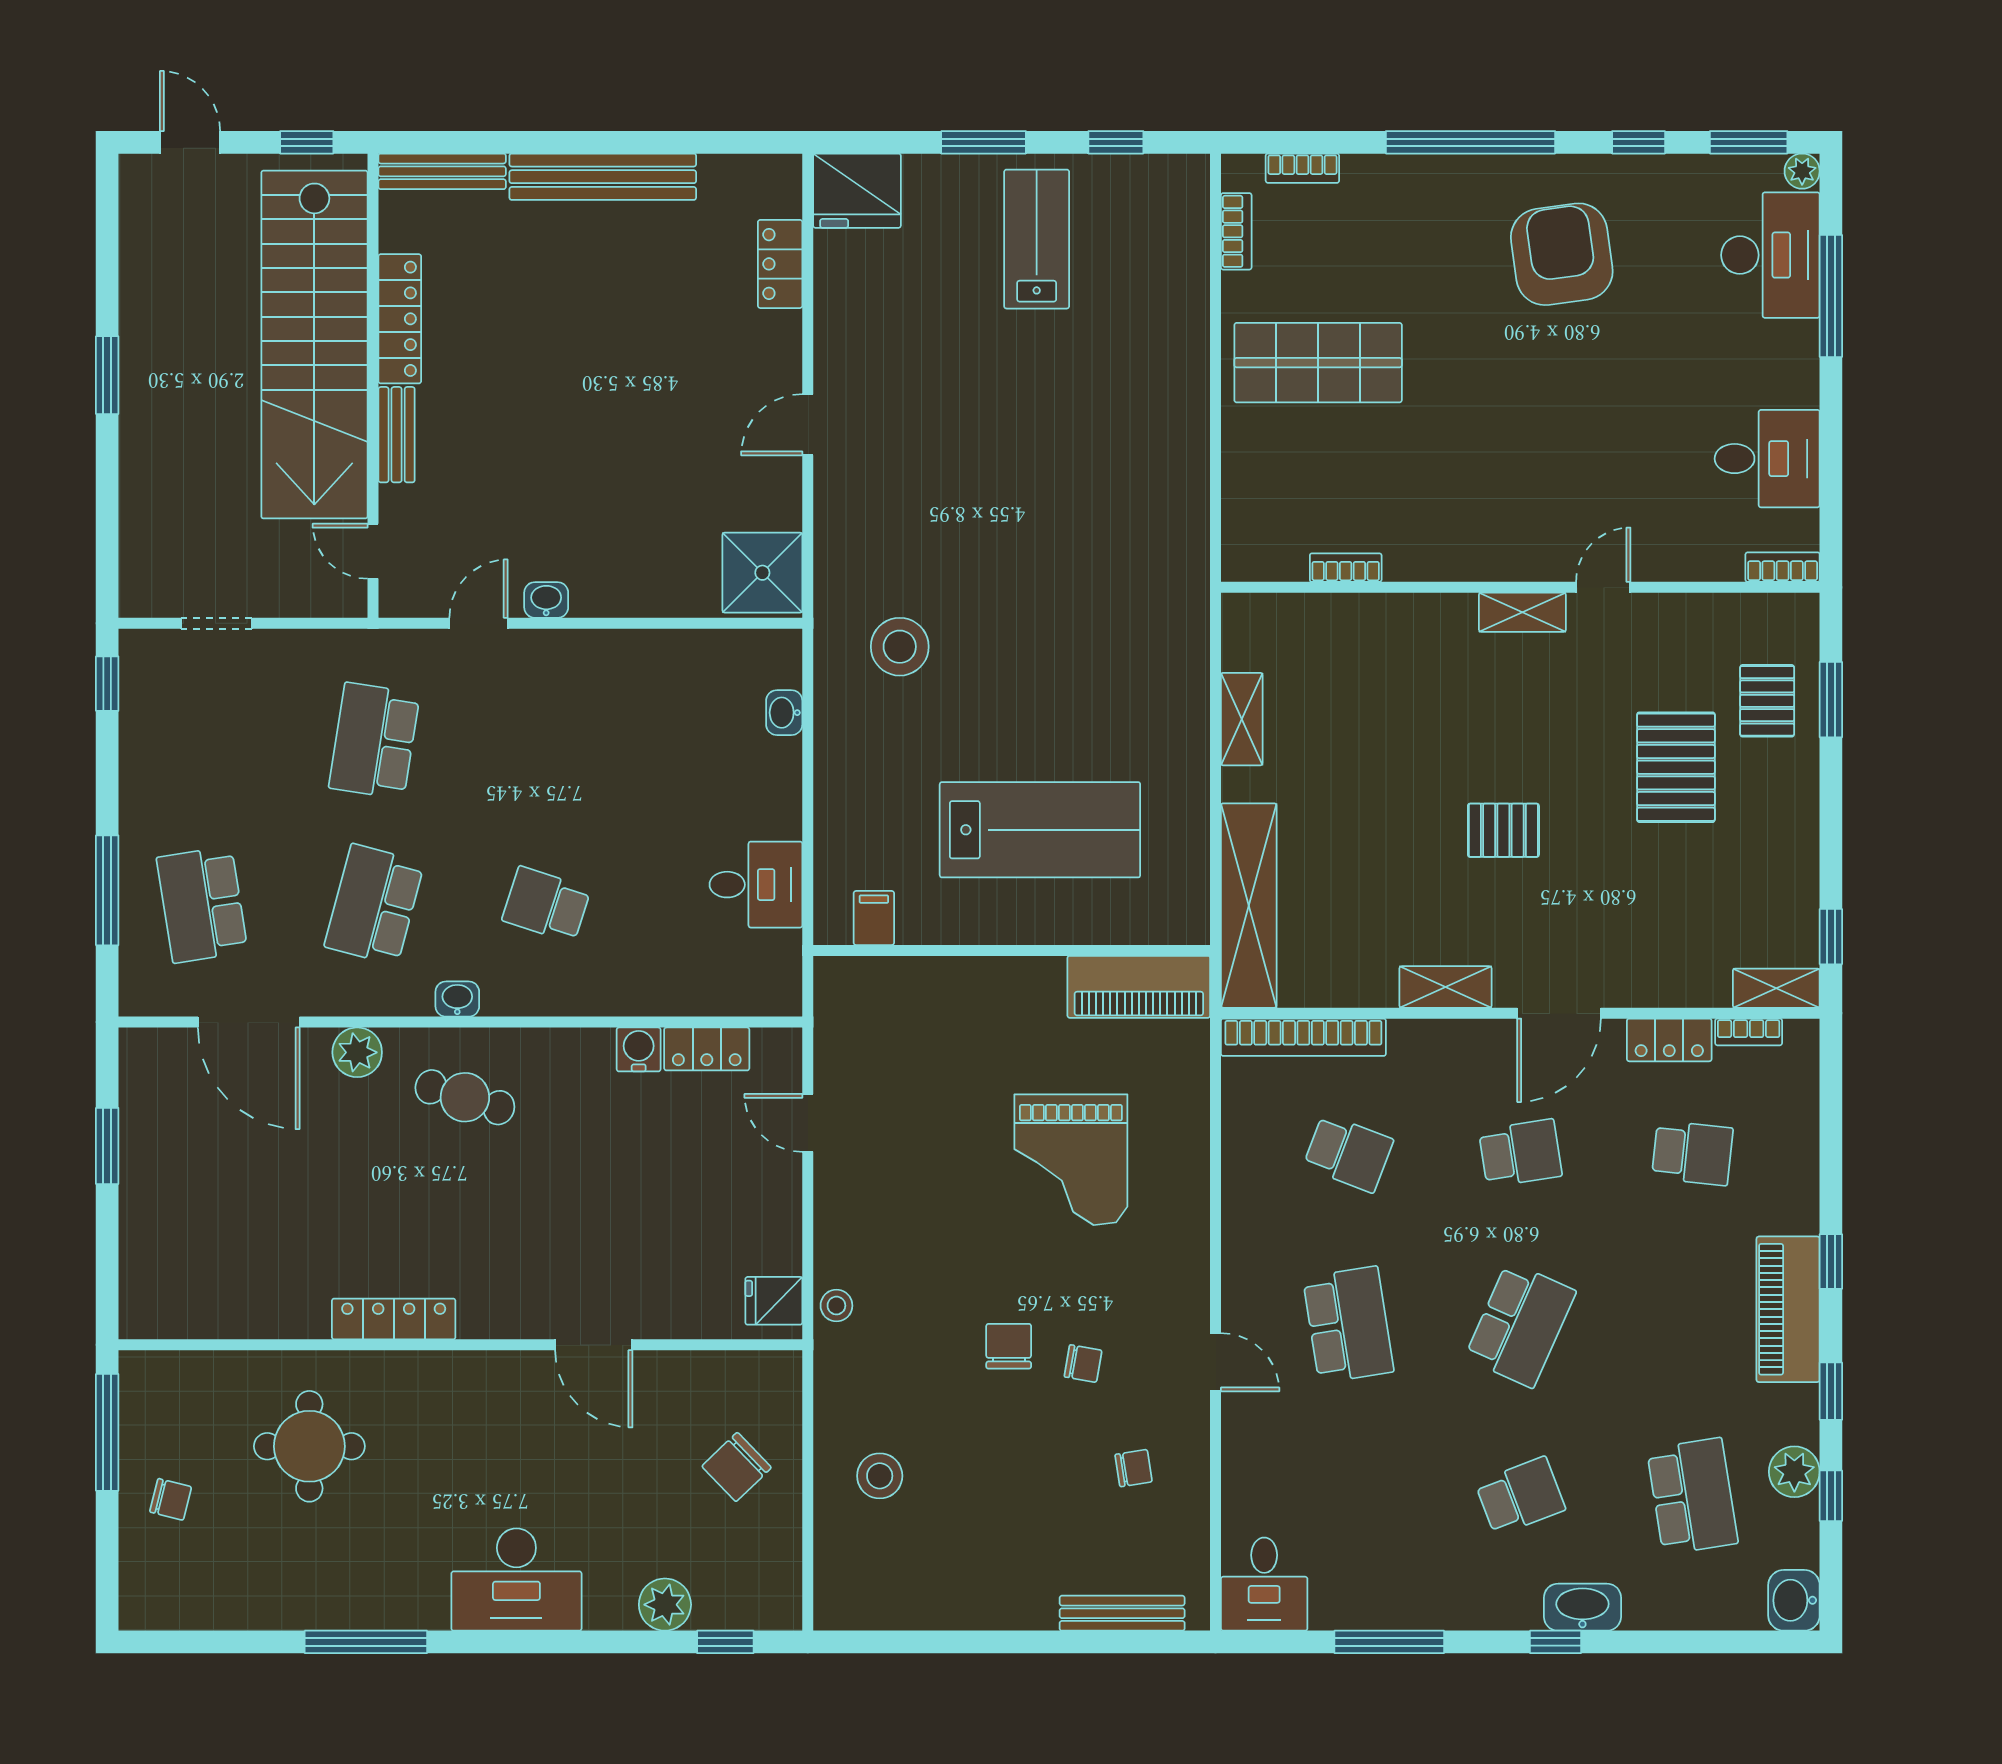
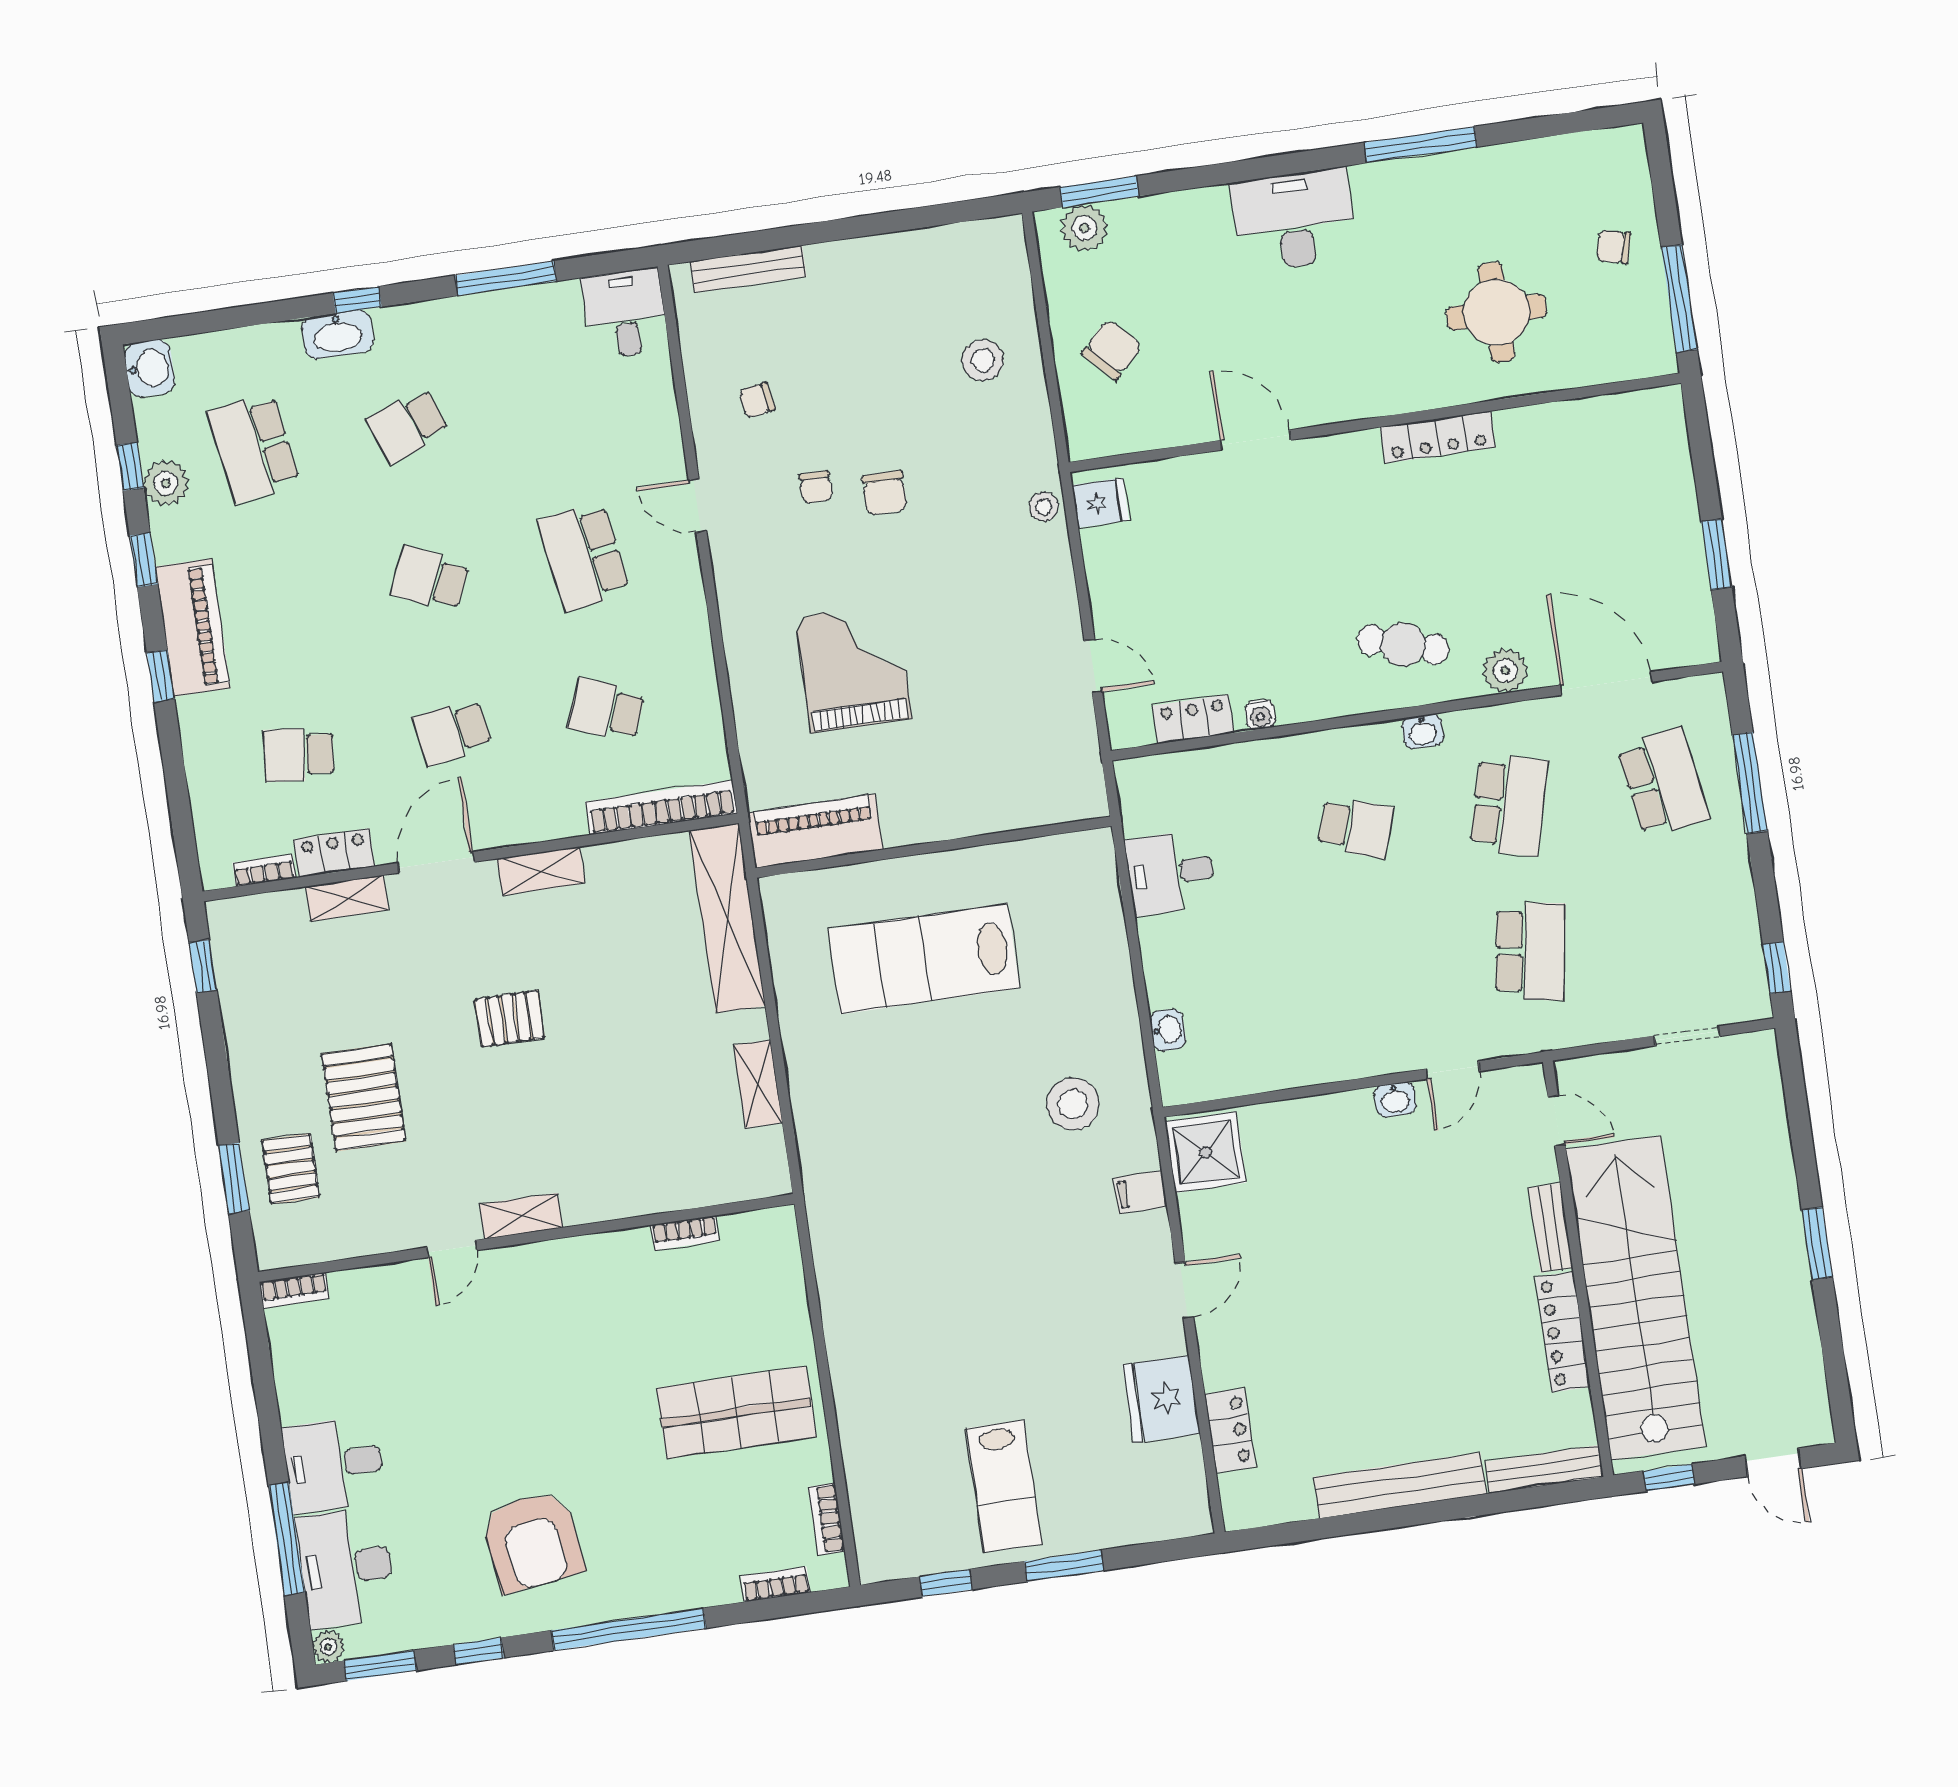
fridge: (857, 191) -> (1161, 1399), moved, turned -90
desk: (1767, 459) -> (334, 1464), moved
filing cabinet: (874, 918) -> (1140, 1192), moved, turned 90
shelving: (1776, 988) -> (347, 898), moved
water cooler: (639, 1049) -> (1260, 715), width x0.72, depth x0.72
school desk: (1520, 1325) -> (430, 579), width x0.54
chair: (1083, 1364) -> (816, 487), turned -100
plant: (665, 1605) -> (1084, 228), moved
window: (725, 1642) -> (1099, 192), width x1.50

